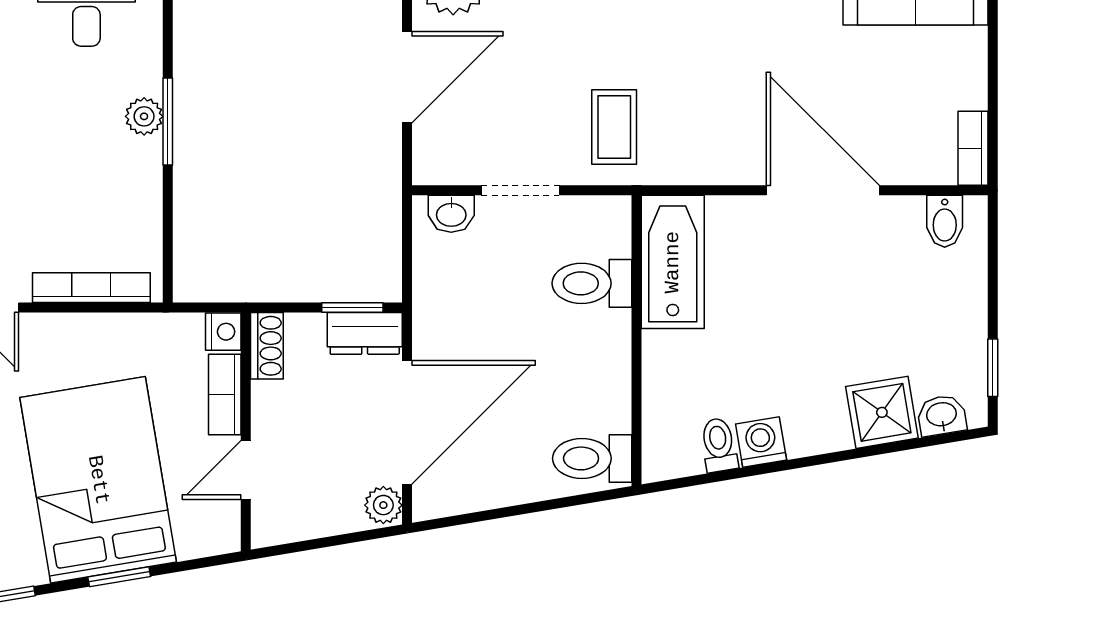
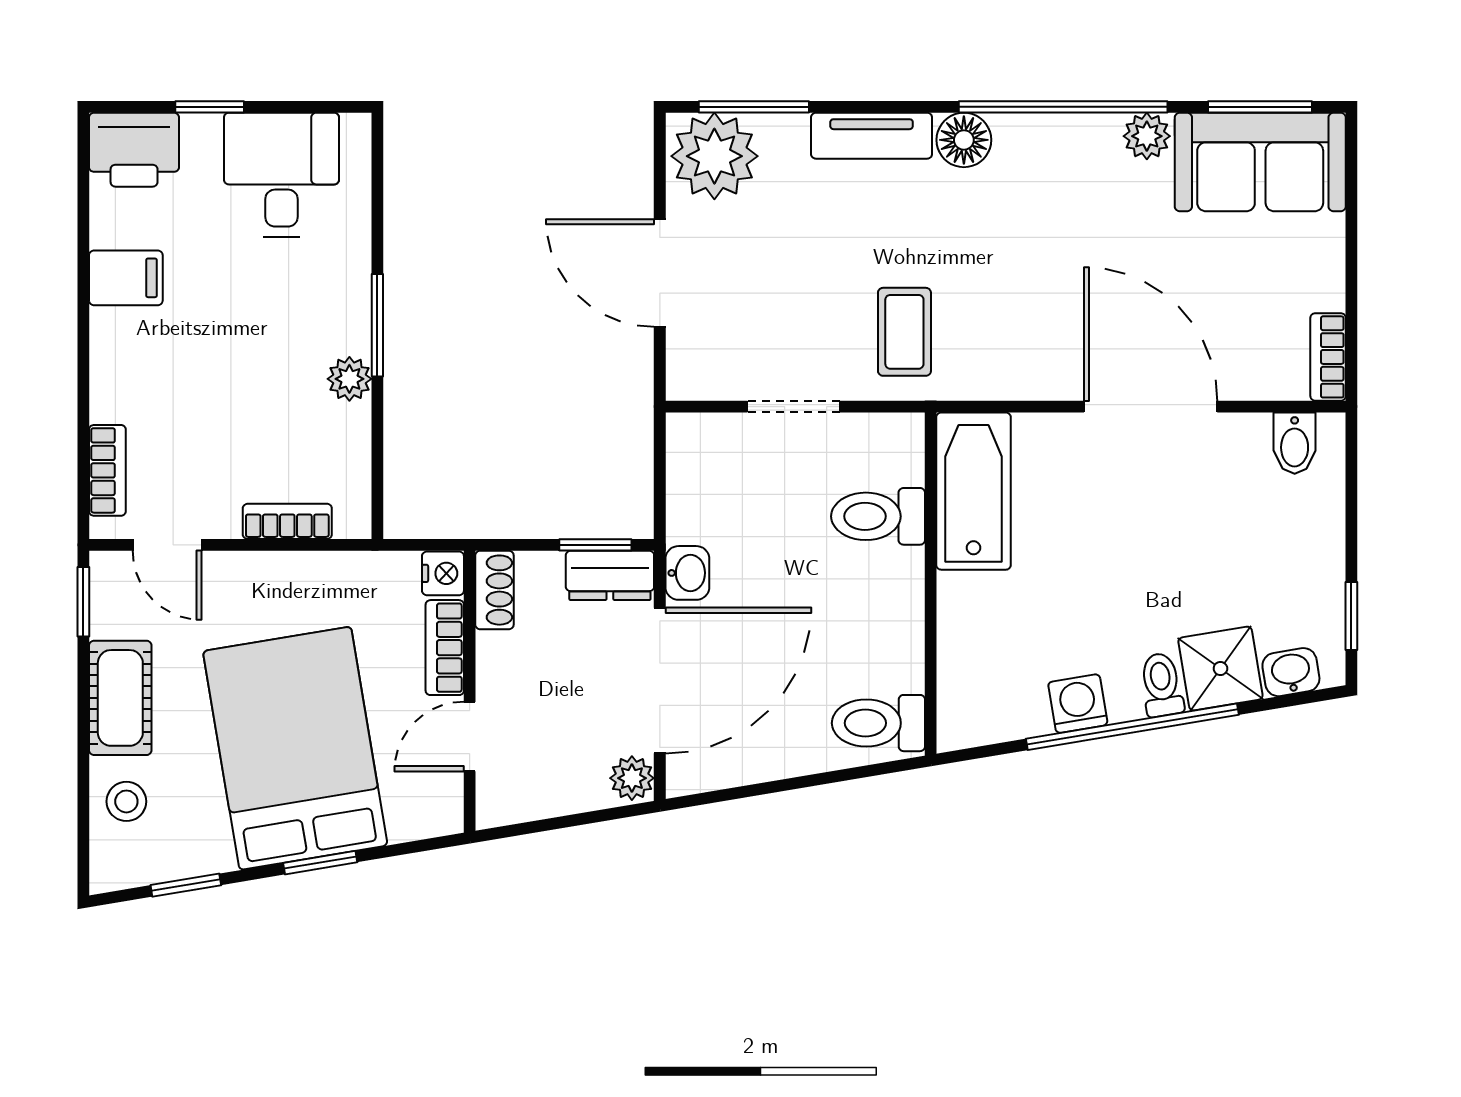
door: (407, 77) -> (660, 273), swing flipped
plant: (144, 116) -> (349, 379), moved
washbasin: (451, 214) -> (687, 573), moved, turned -90
bookcase: (91, 288) -> (287, 521), width x0.64
toilet: (719, 445) -> (1162, 685), moved
window: (807, 462) -> (1132, 727), added

